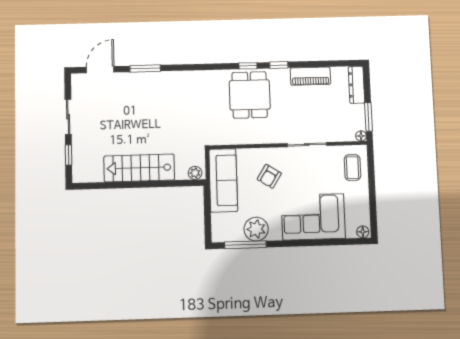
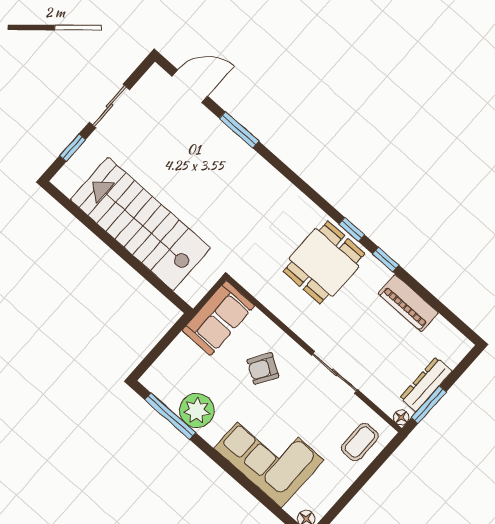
dresser: (356, 85) -> (426, 384), moved
stairs: (139, 168) -> (140, 224), width x1.36, depth x1.51
plant: (195, 173) -> (188, 291), removed
sofa: (223, 180) -> (218, 318), width x0.73

